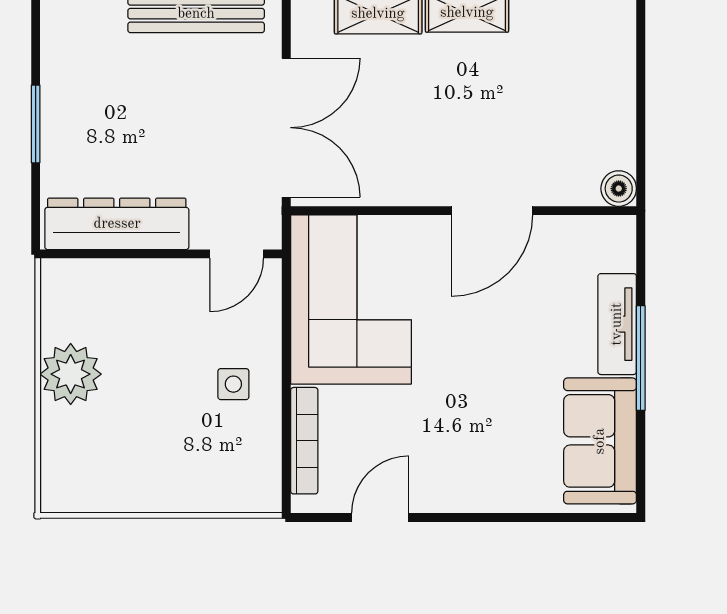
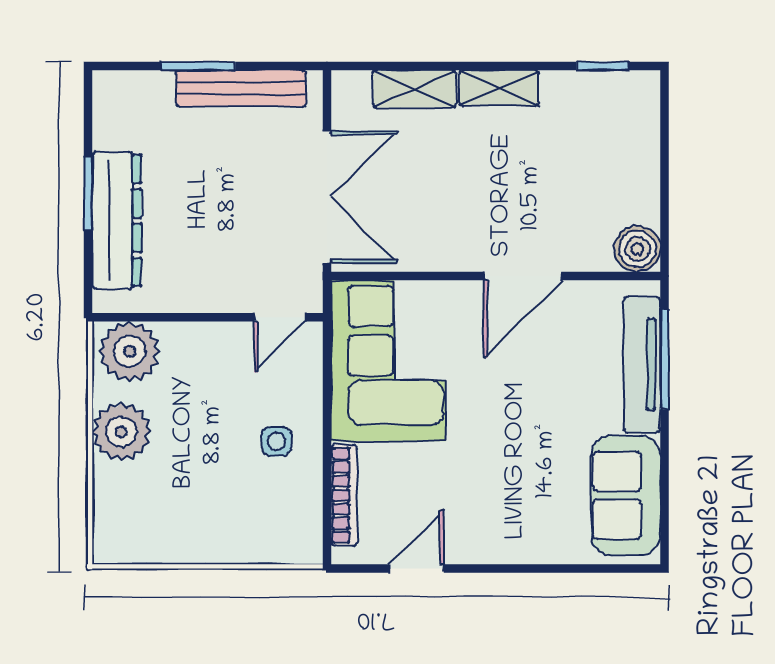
boiler: (619, 189) -> (637, 249), width x1.36, depth x1.36
dresser: (117, 224) -> (117, 220), moved, turned 90
plant: (79, 290) -> (130, 351), added
tv unit: (617, 324) -> (642, 364), width x1.41
window: (641, 358) -> (665, 359), moved

